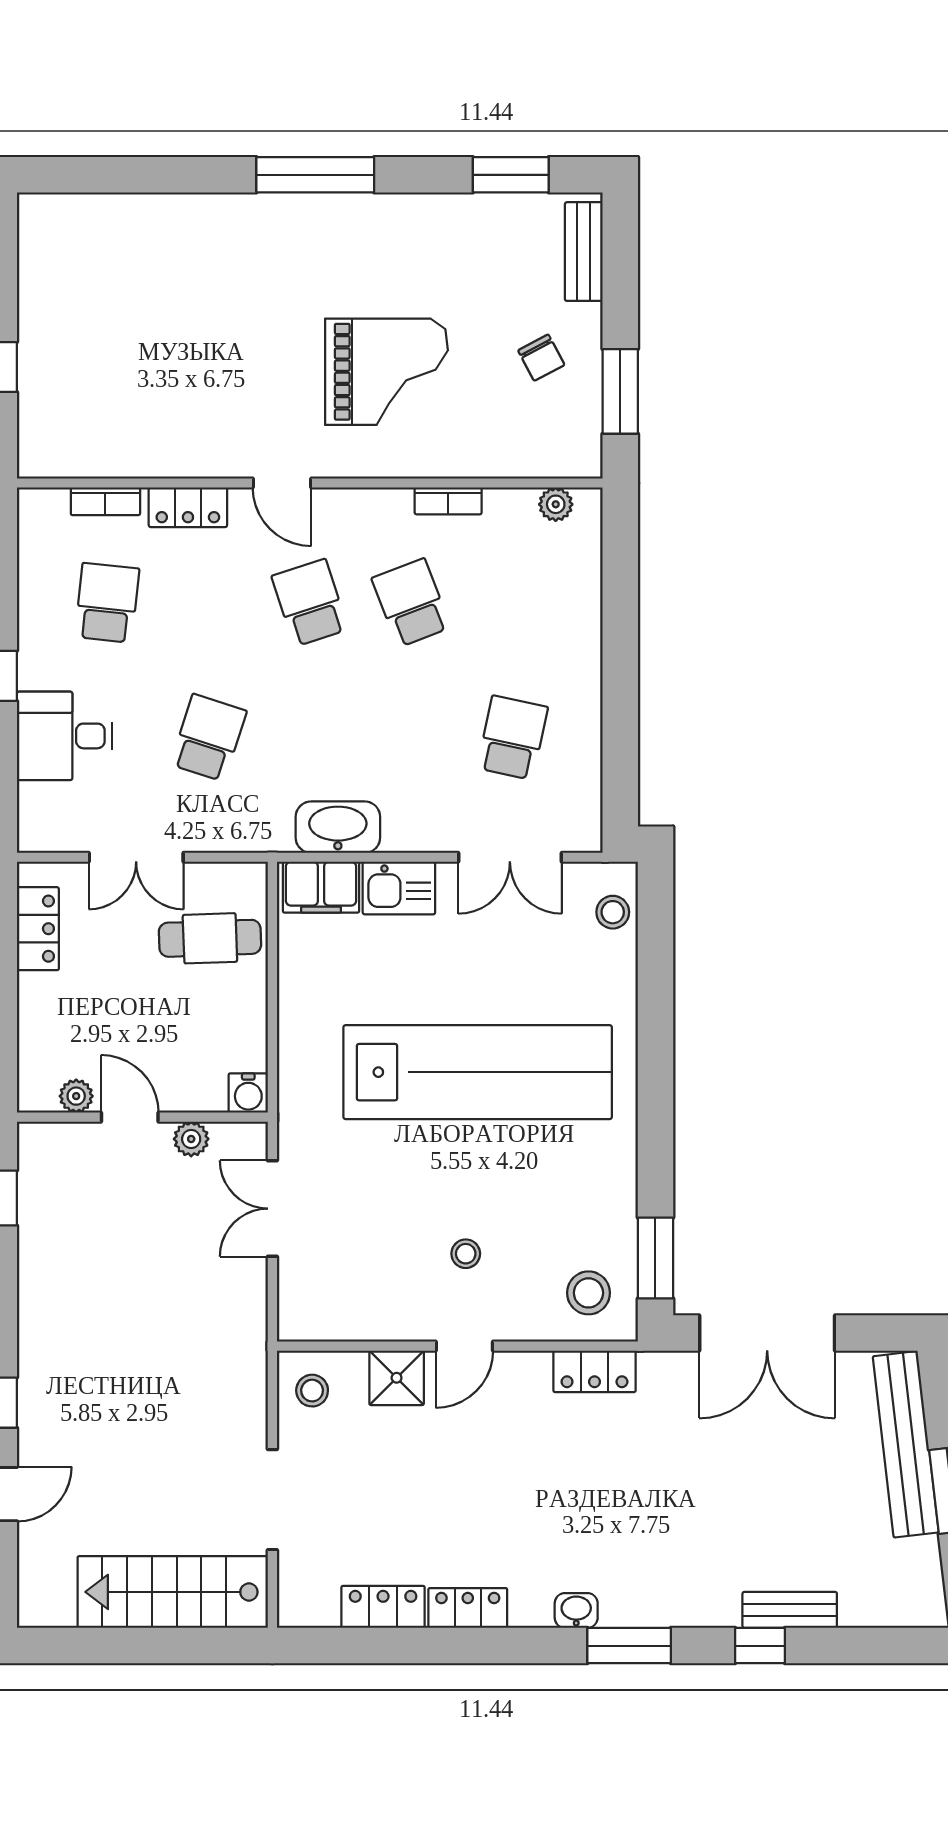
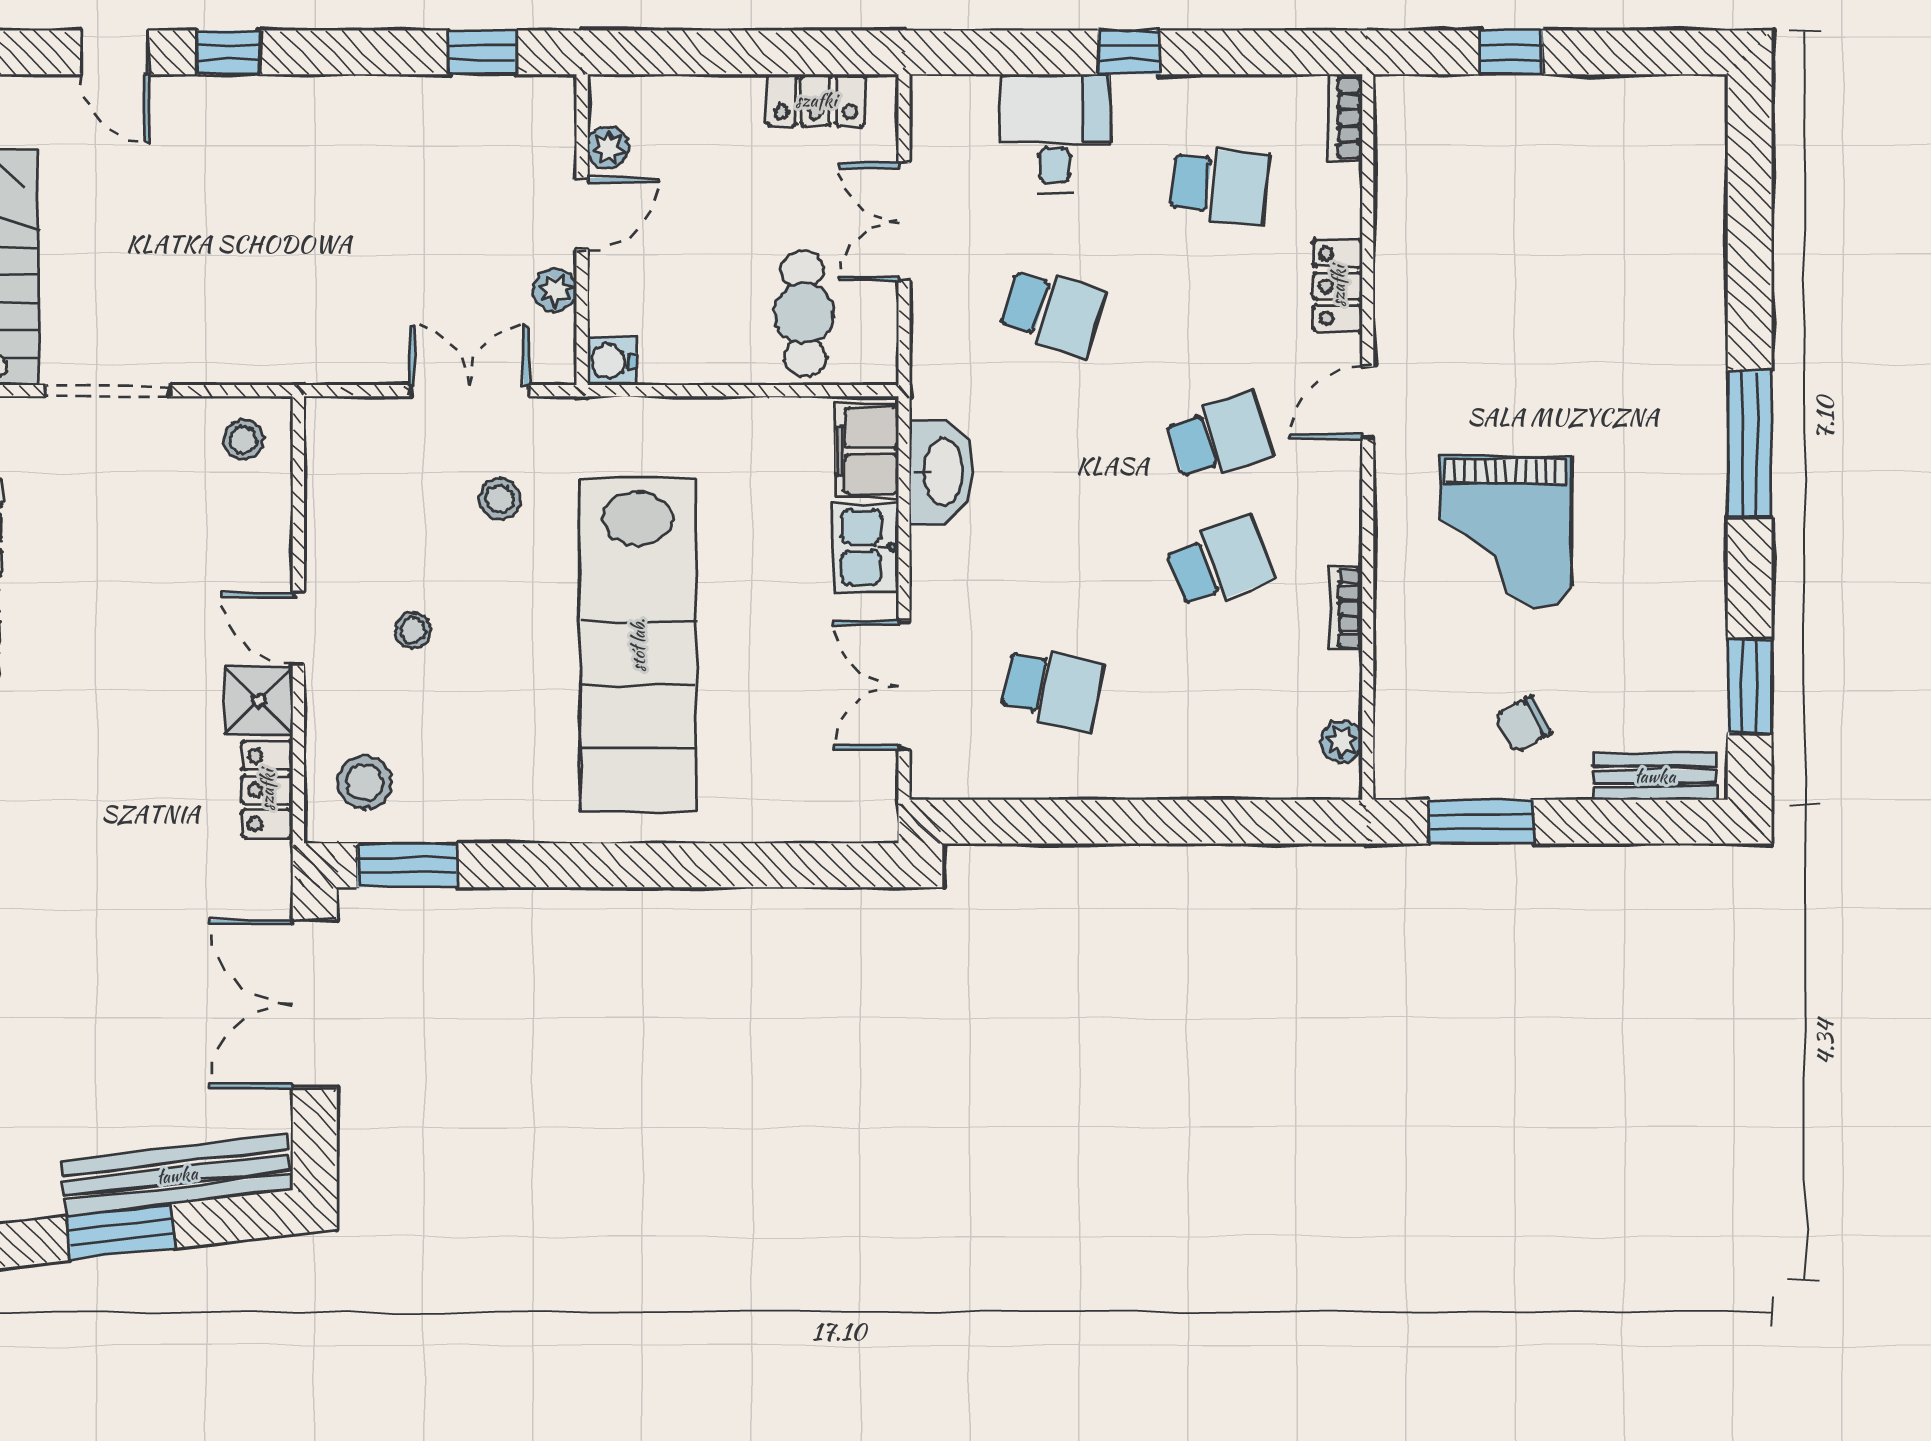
bookcase: (105, 501) -> (1345, 118), moved
stool: (613, 912) -> (500, 499), moved
shower: (397, 1378) -> (259, 701), moved

